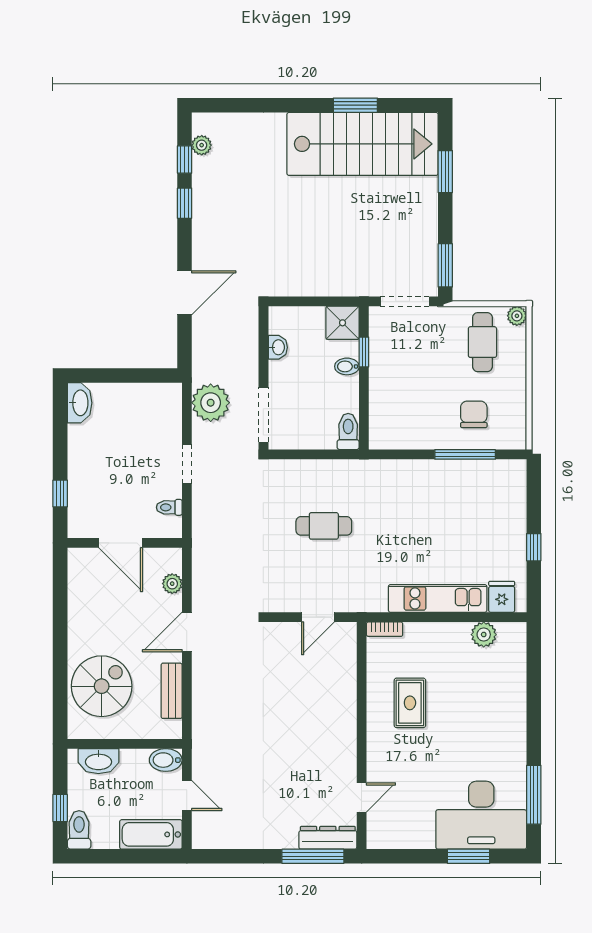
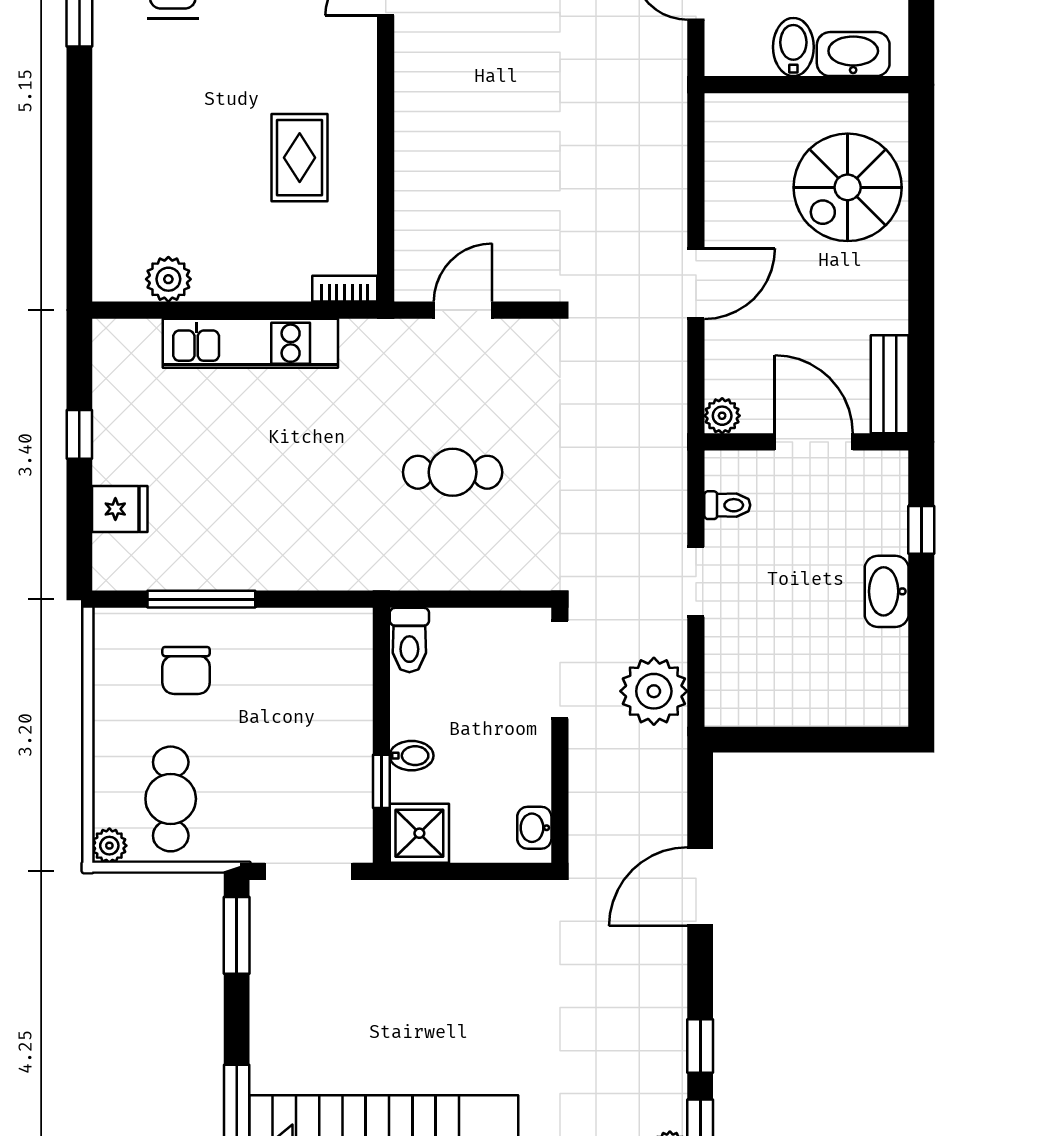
washbasin: (278, 347) -> (534, 828), moved
washbasin: (80, 403) -> (887, 591), moved
plant: (172, 584) -> (722, 416), moved
fridge: (502, 597) -> (120, 509), moved, turned -90
bench: (172, 691) -> (890, 384), moved
bidet: (166, 760) -> (793, 47), moved, turned -90

